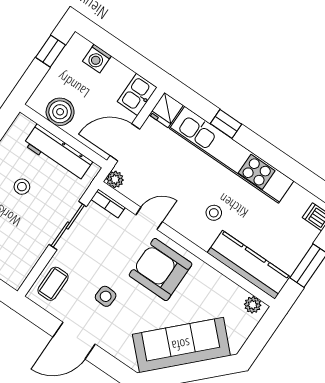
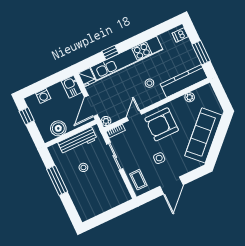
plant: (253, 305) -> (190, 97), moved

